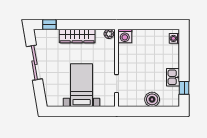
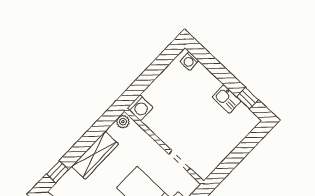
boiler: (152, 99) -> (229, 141), removed

